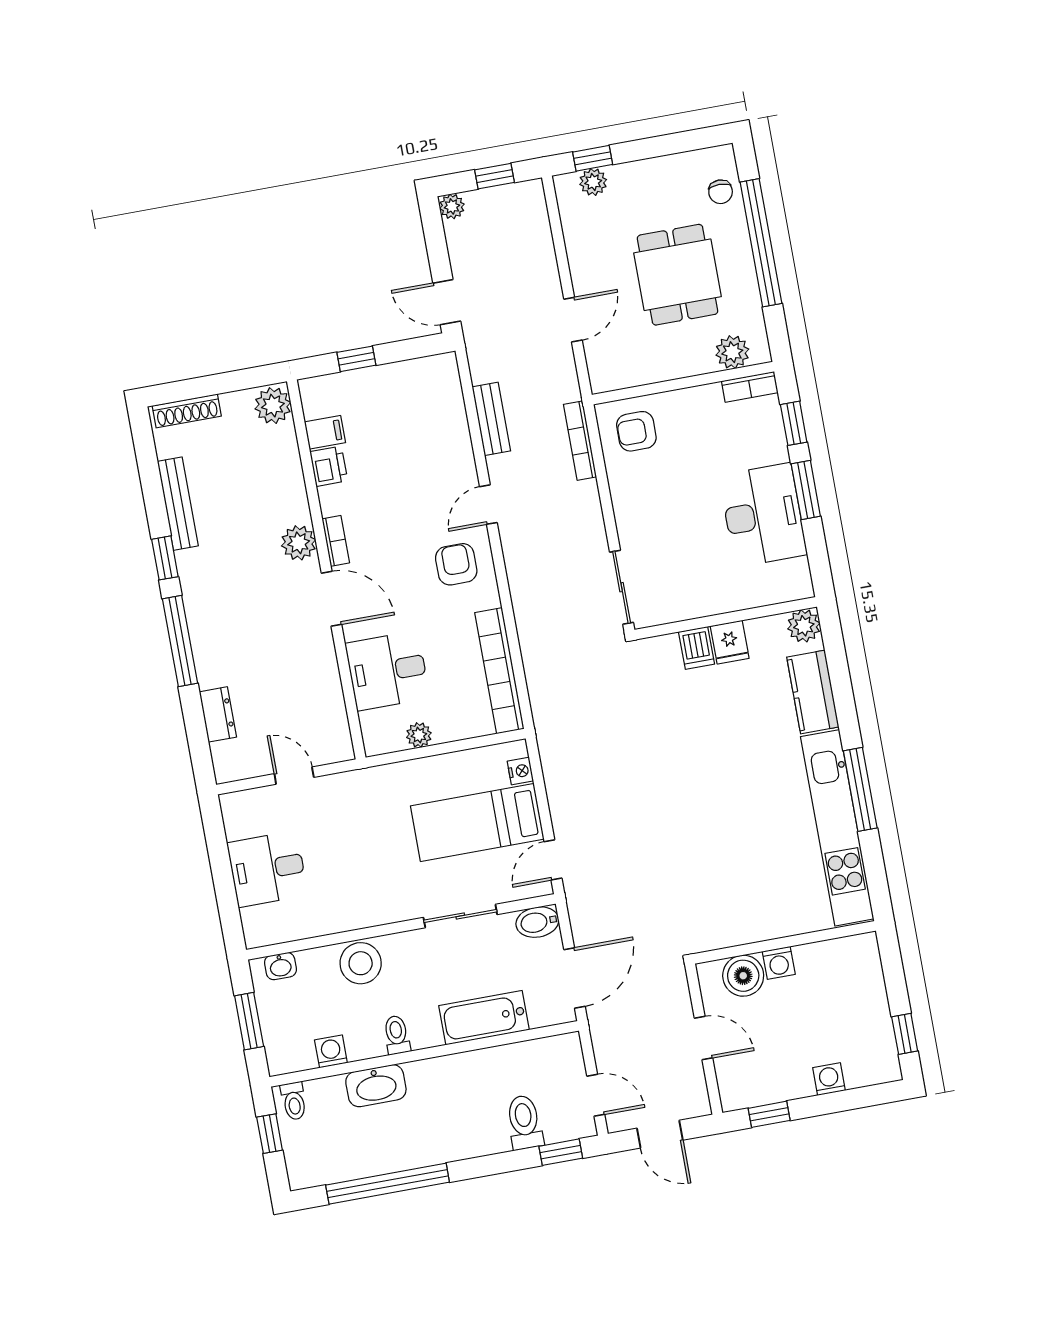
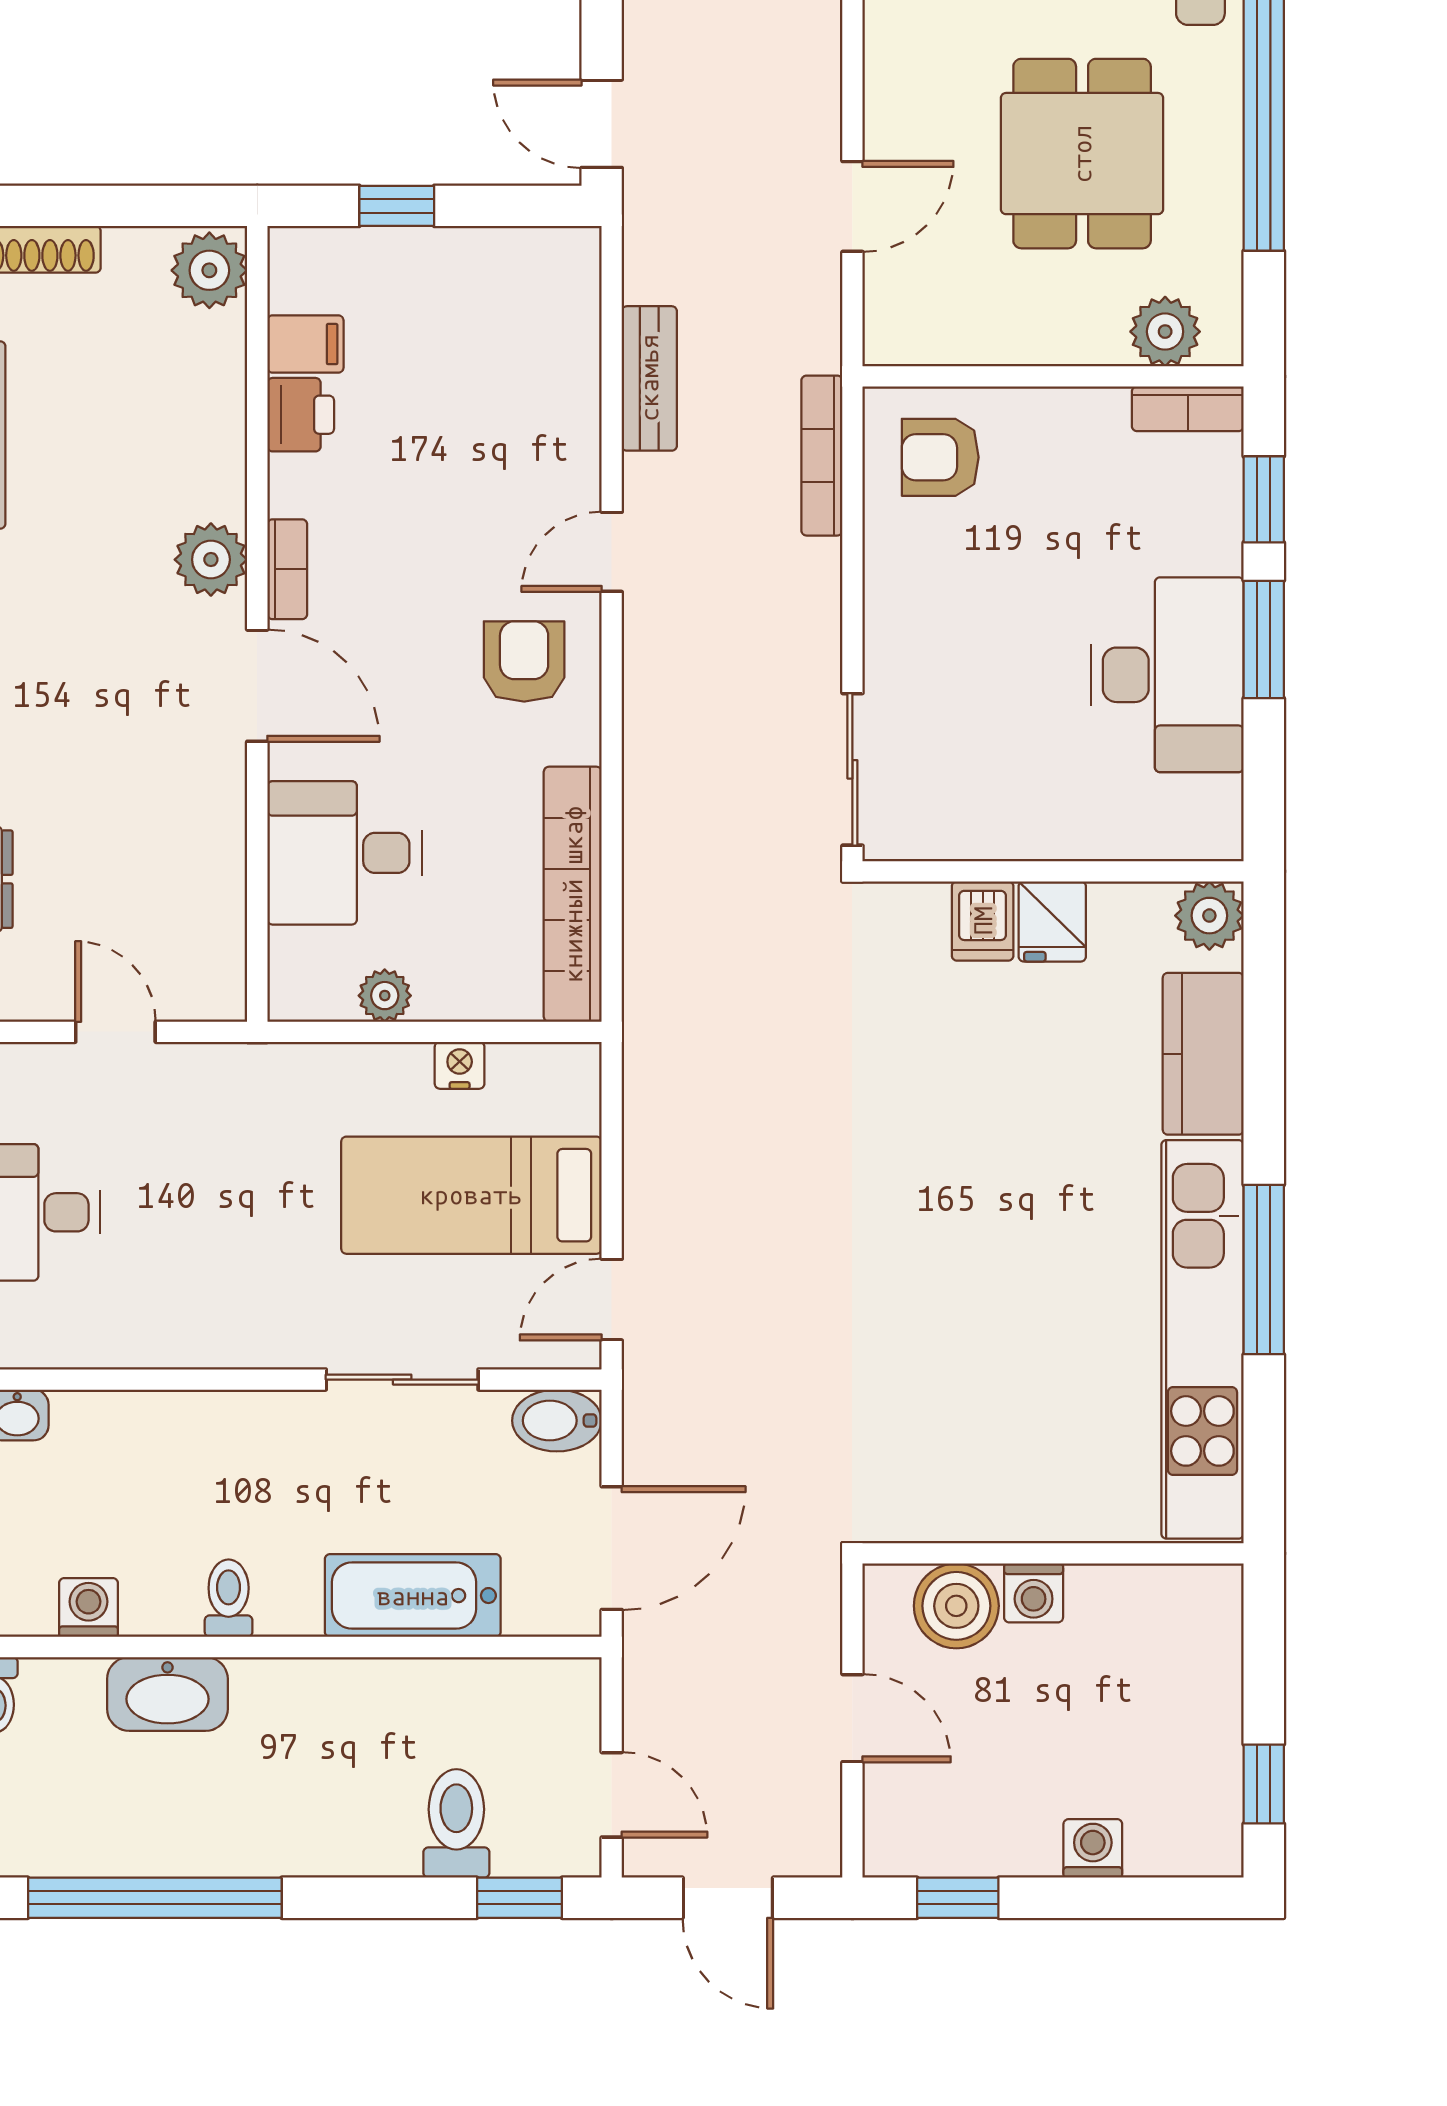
nightstand: (520, 771) -> (460, 1065), moved, turned -90
stool: (361, 963) -> (182, 1439), removed

